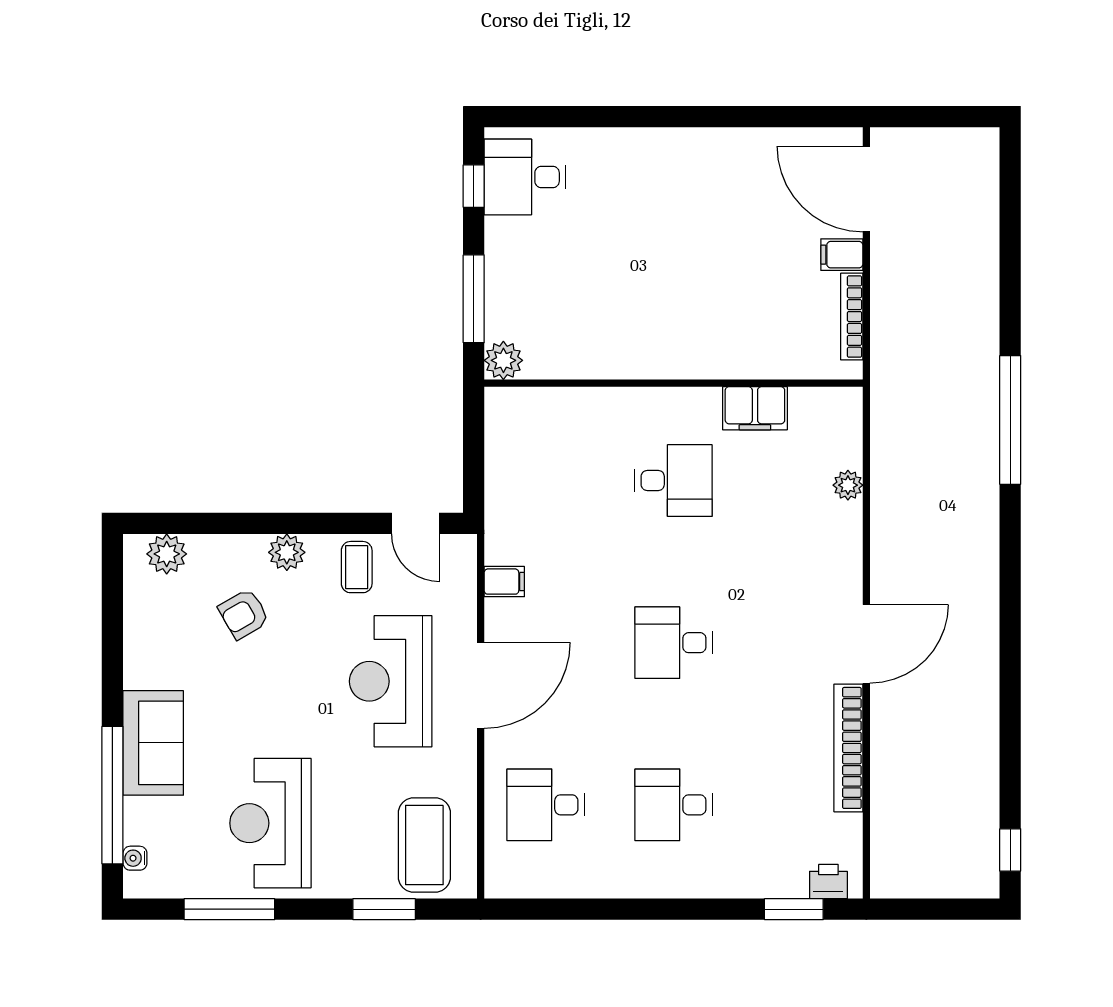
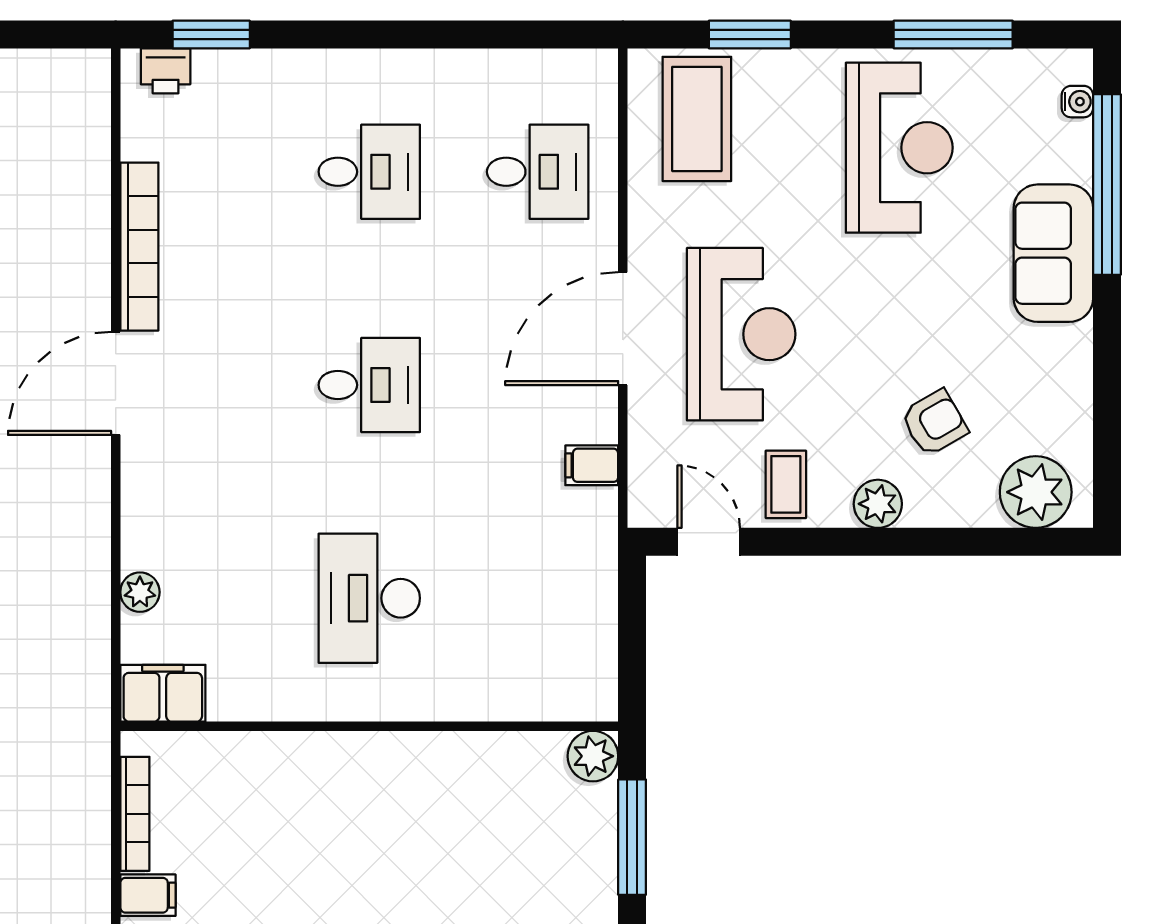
filing cabinet: (755, 408) -> (163, 693), moved
desk: (674, 480) -> (369, 598), width x1.37
plant: (167, 554) -> (1036, 492), width x1.36, depth x1.36

